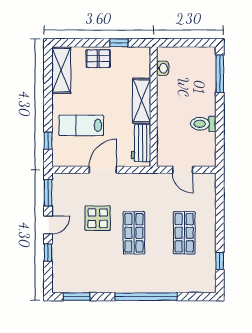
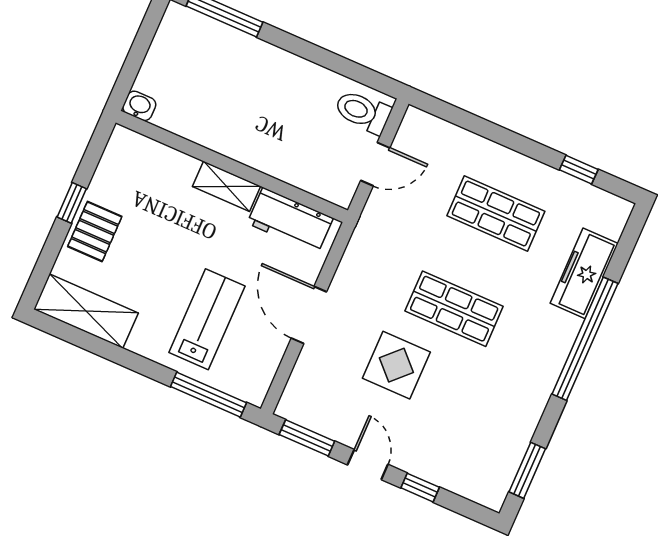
window: (119, 43) -> (72, 203), moved
washbasin: (163, 68) -> (139, 106), moved
shelving: (142, 101) -> (227, 186), width x0.67, depth x0.75
toilet: (203, 124) -> (363, 112), moved, turned 90
lab bench: (81, 125) -> (207, 319), turned 180
window: (48, 141) -> (208, 395), width x2.17
freezer: (175, 284) -> (584, 273), added

